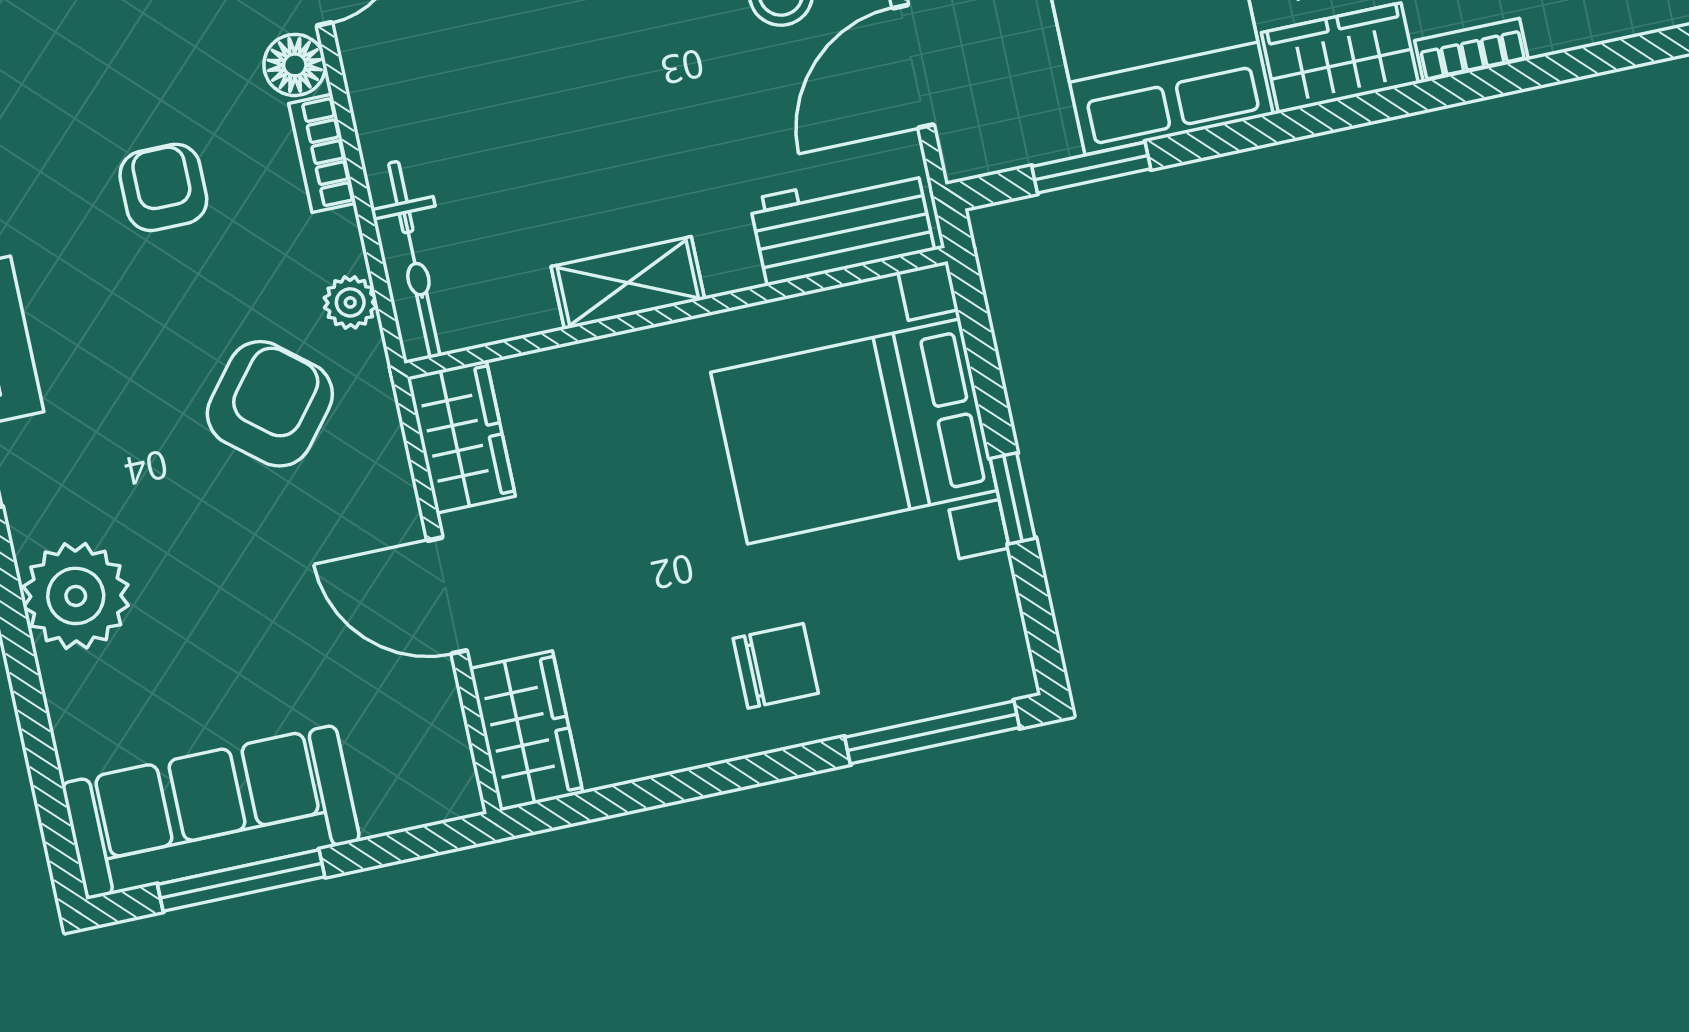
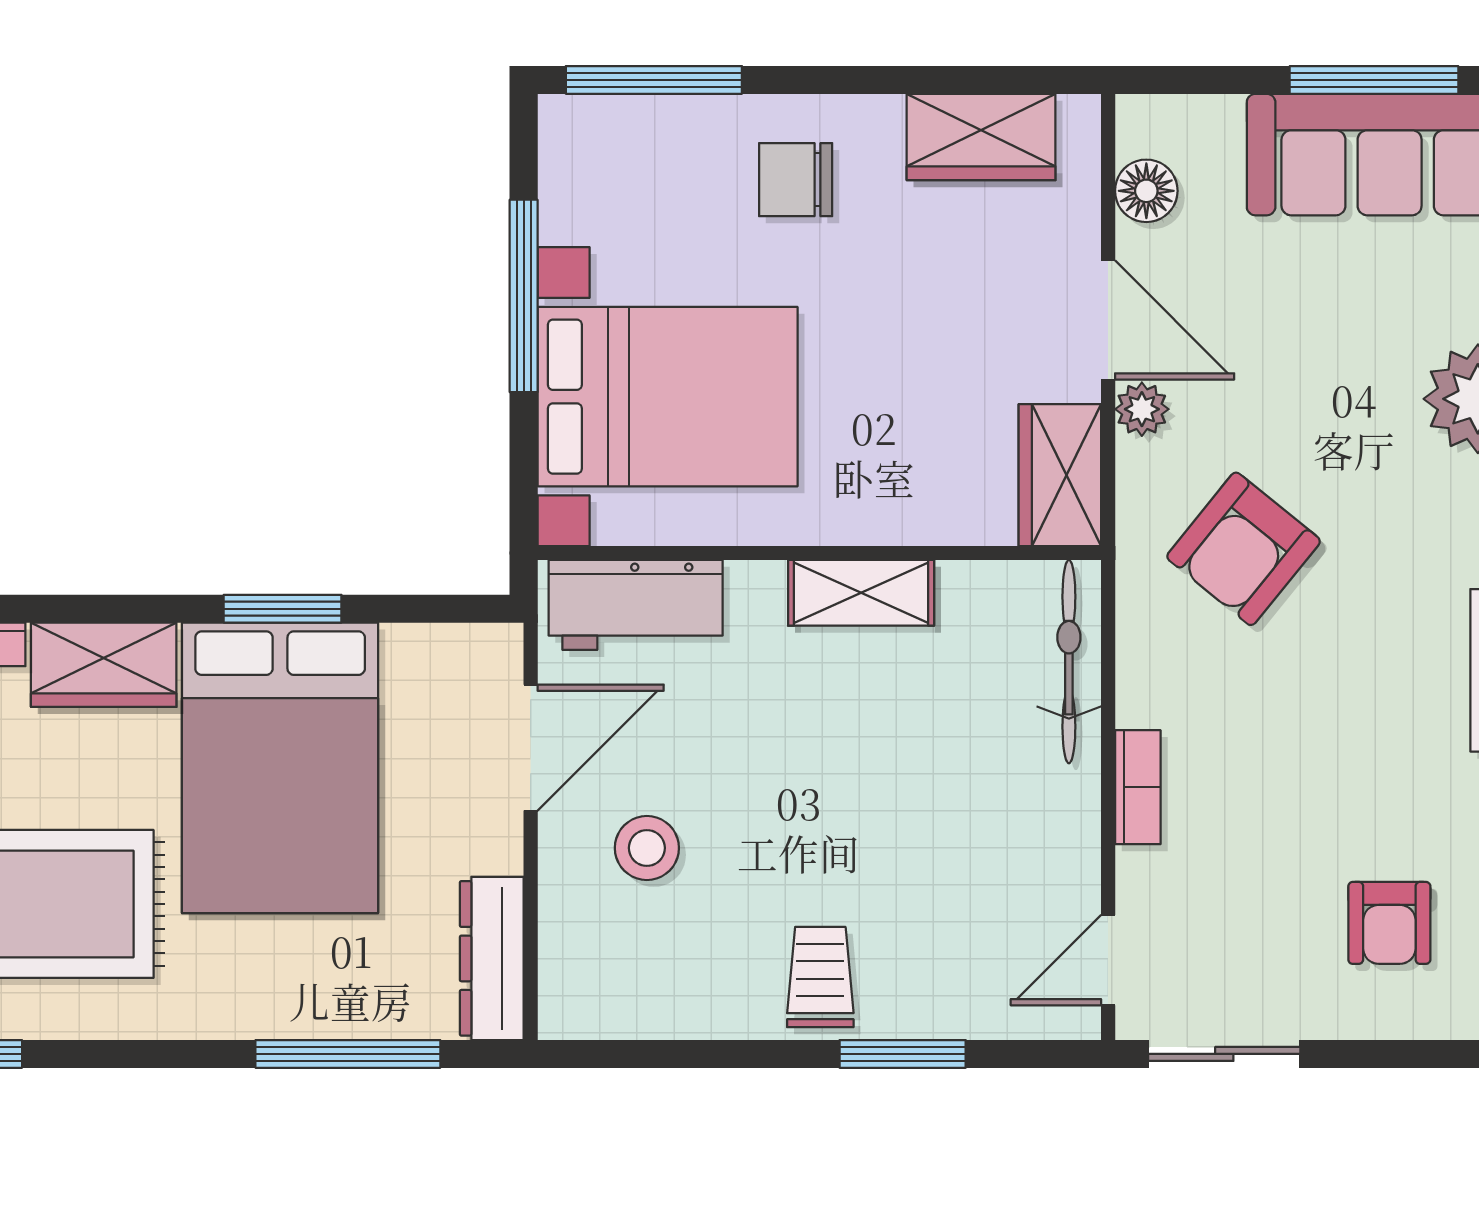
floor lamp: (295, 65) -> (1146, 191), moved
window: (1091, 168) -> (283, 609), moved
armchair: (163, 187) -> (1389, 923), moved
plant: (350, 302) -> (1142, 409), moved
window: (1013, 498) -> (524, 296), width x2.17
wardrobe: (526, 731) -> (981, 137), moved, turned -90

